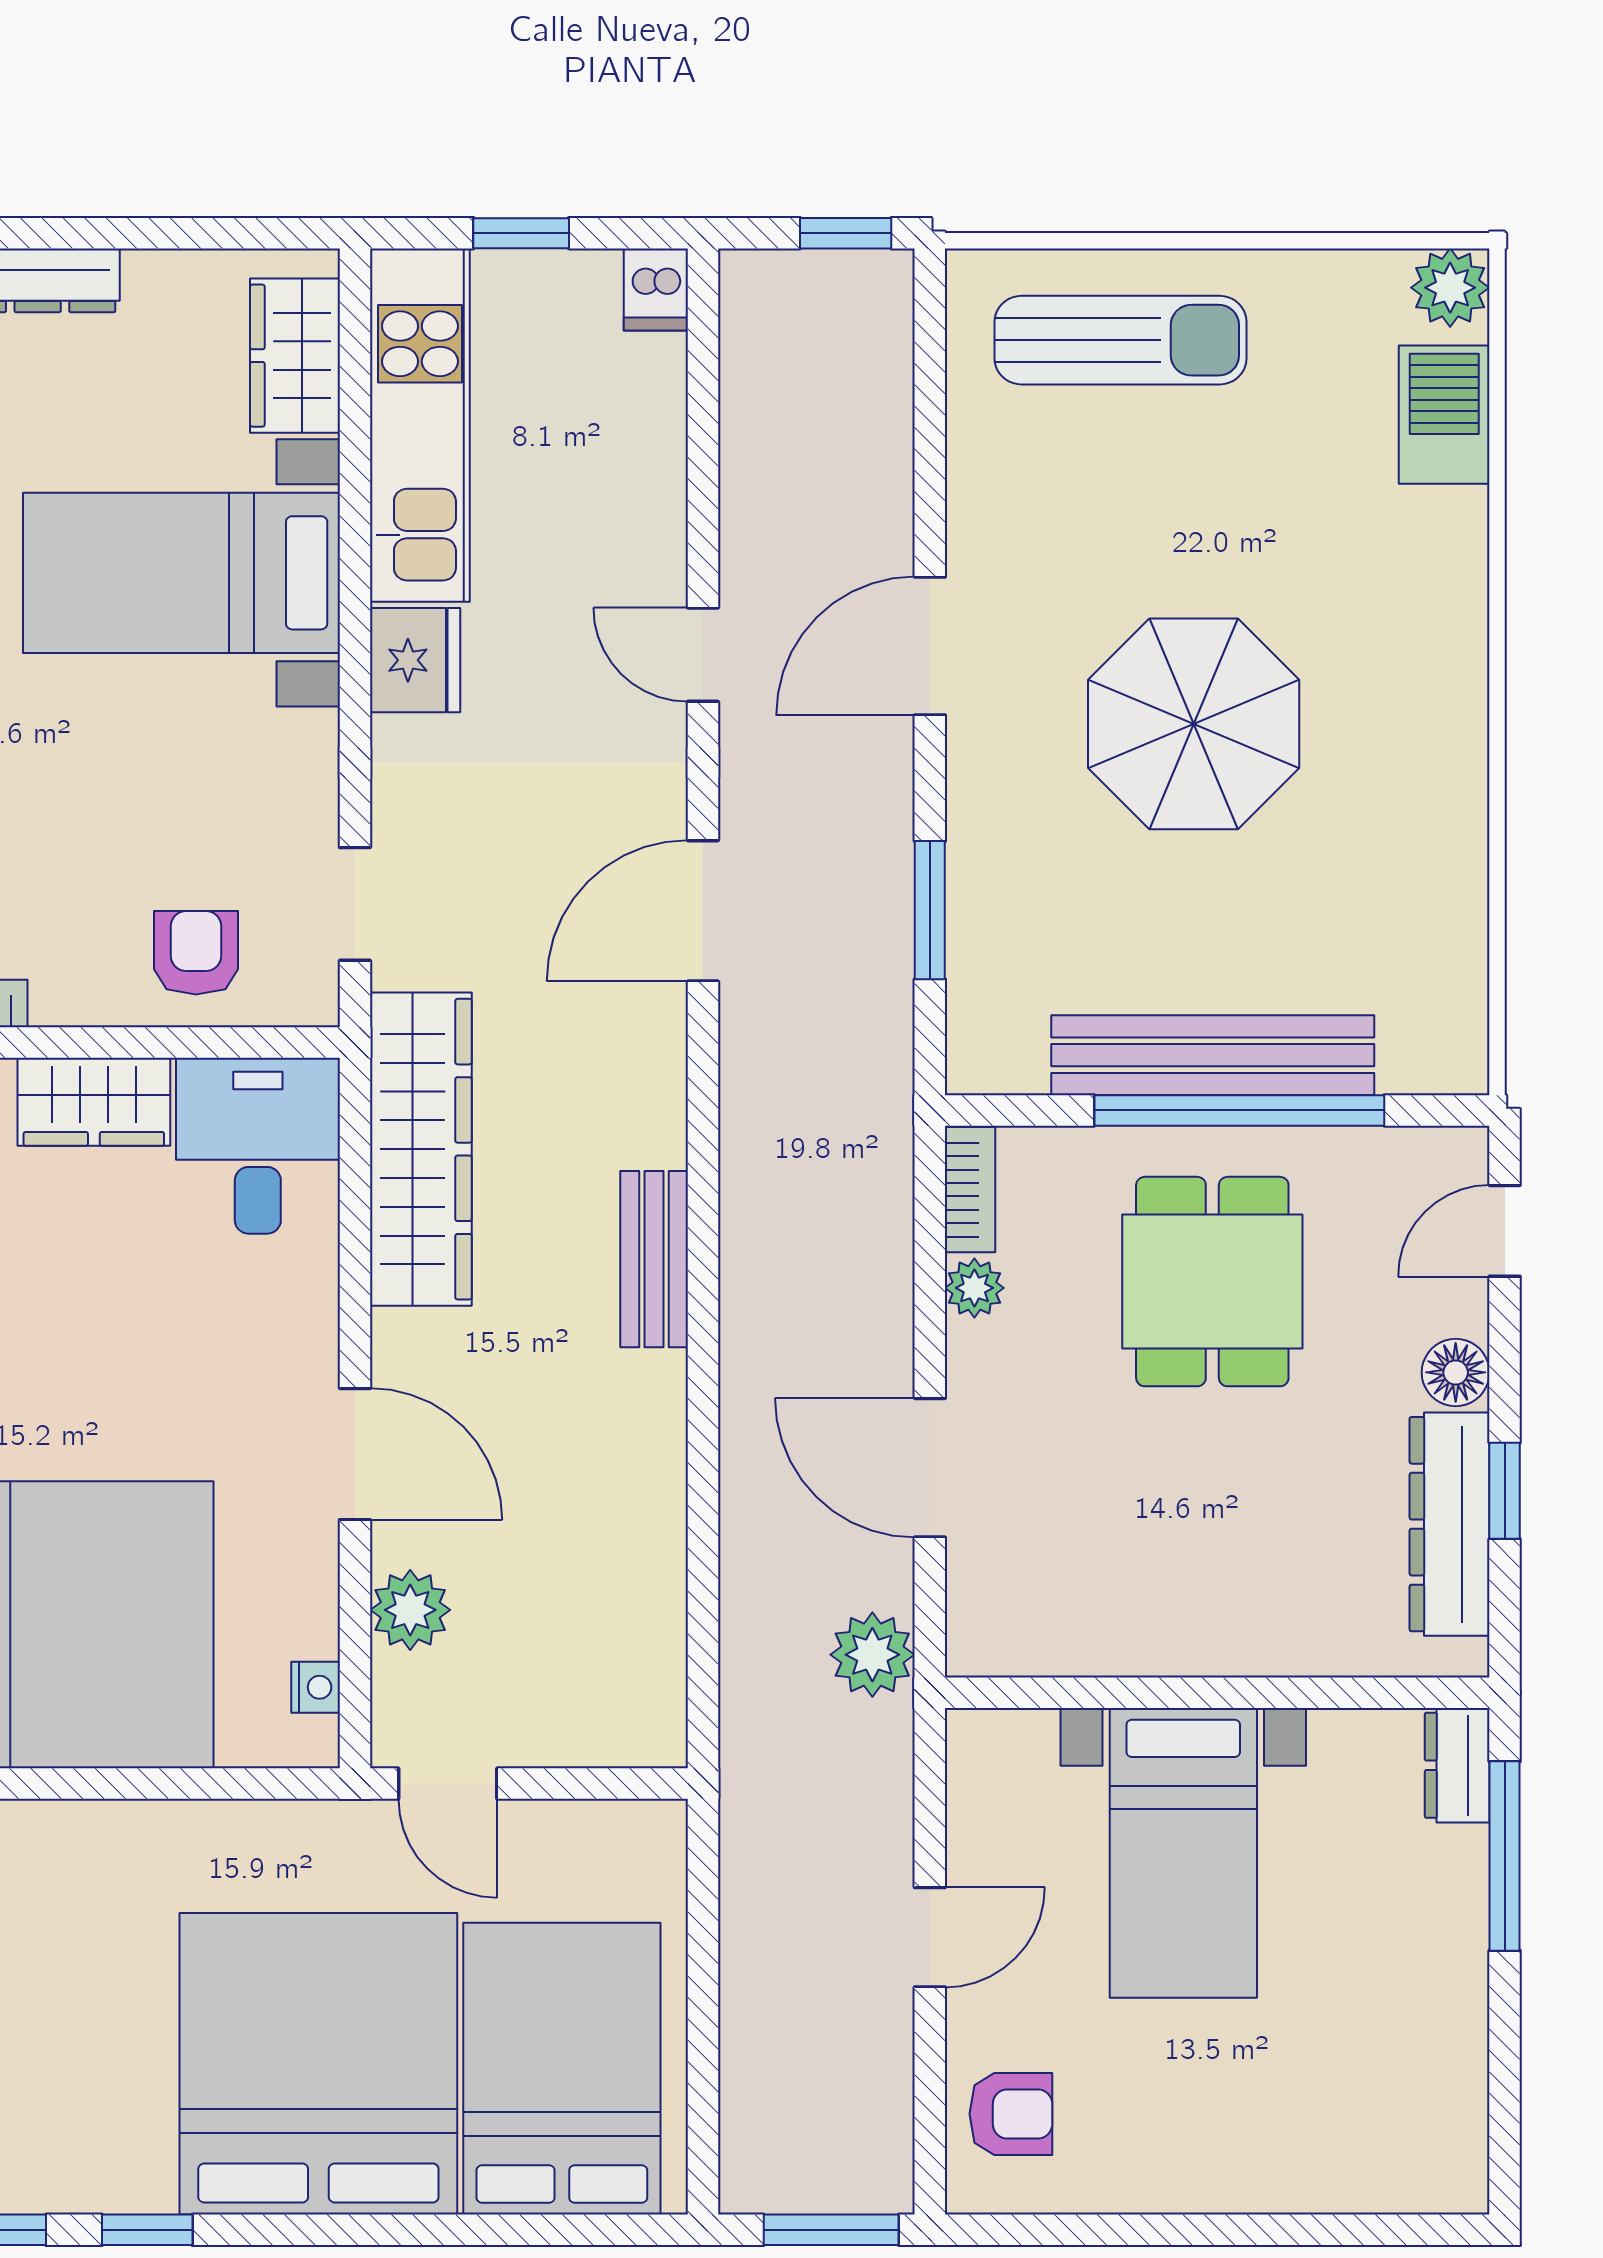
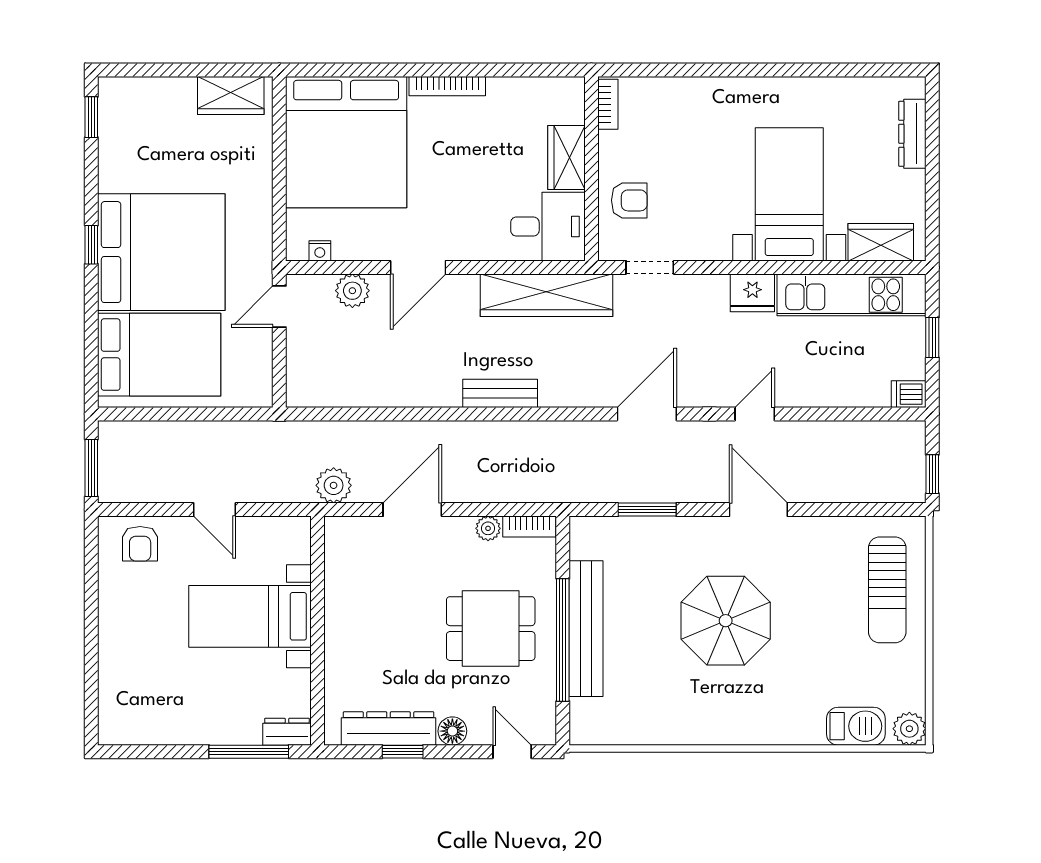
door: (703, 911) -> (647, 414), hinge flipped
window: (147, 2230) -> (91, 245), moved

